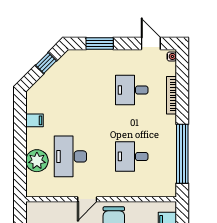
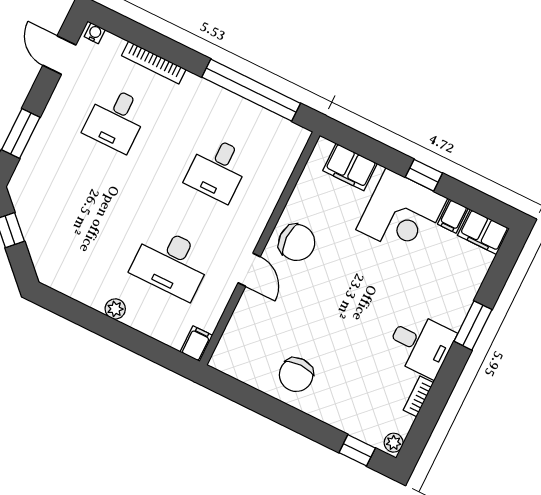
door: (151, 44) -> (59, 55), hinge flipped
filing cabinet: (34, 120) -> (196, 344), moved
plant: (37, 161) -> (115, 309), moved, width x0.53, depth x0.53

